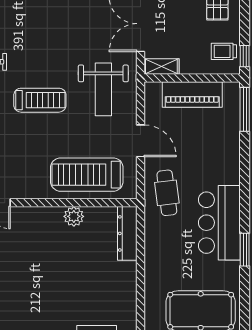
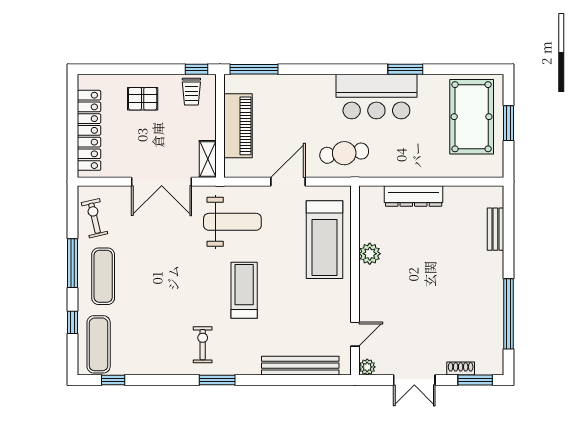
dresser: (127, 233) -> (414, 196), moved

